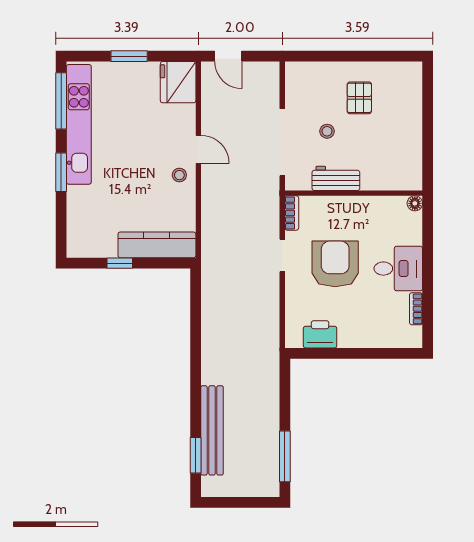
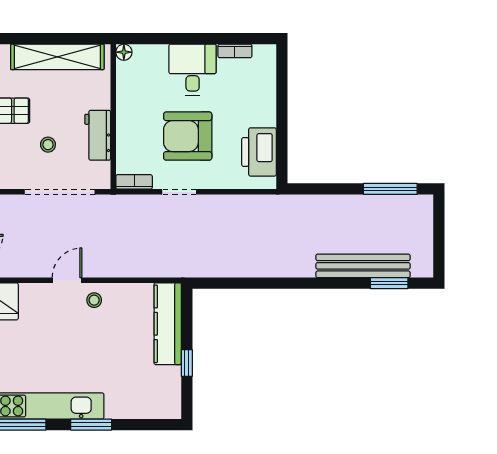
shelving: (410, 140) -> (57, 57), added
printer: (320, 334) -> (259, 152), width x1.37, depth x1.19

